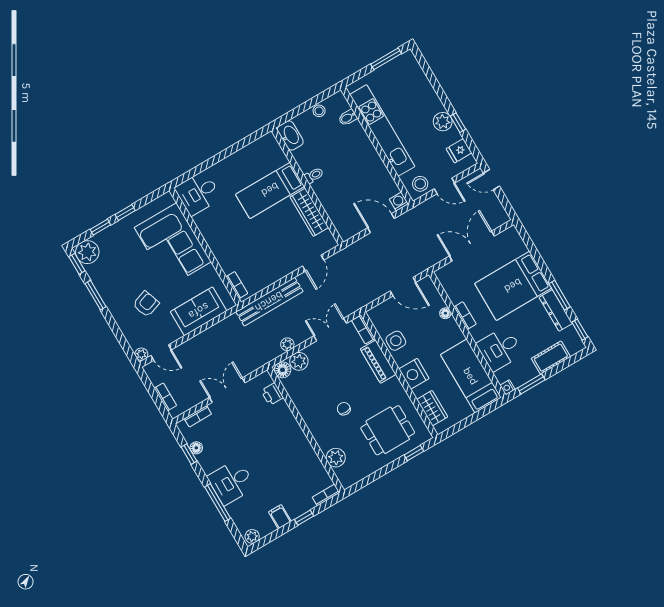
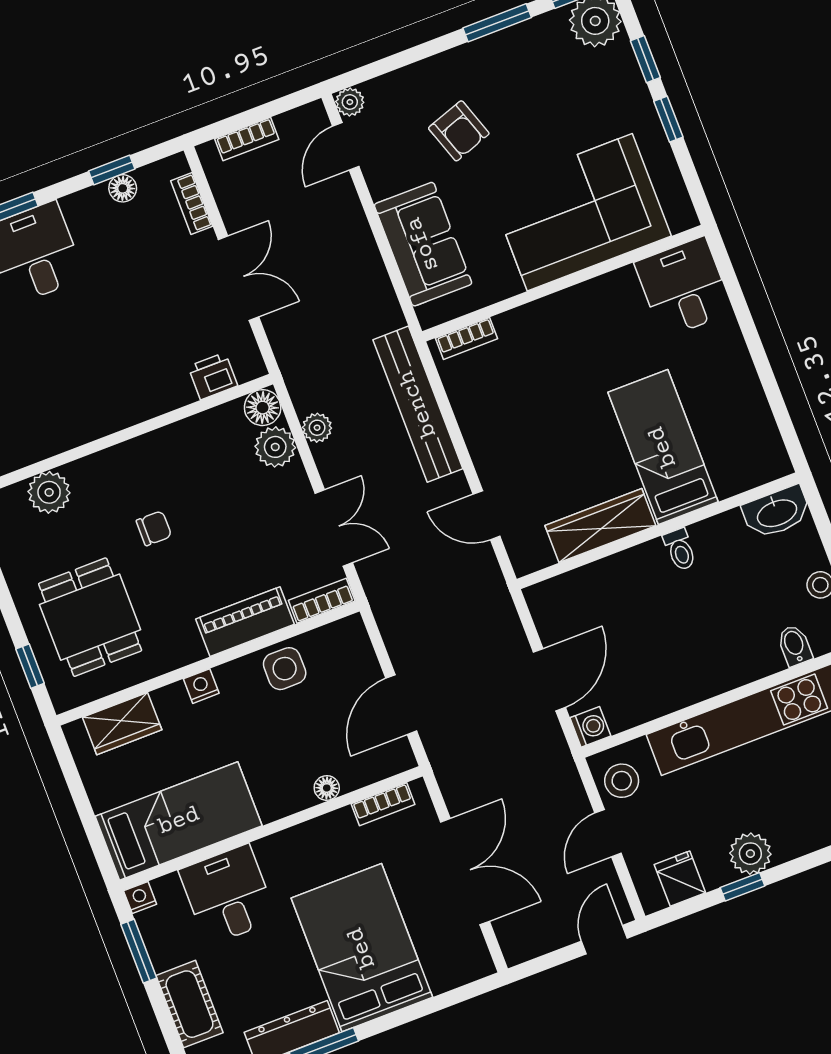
bookcase: (465, 316) -> (383, 804), moved
nightstand: (414, 374) -> (201, 686), width x0.53, depth x0.56

